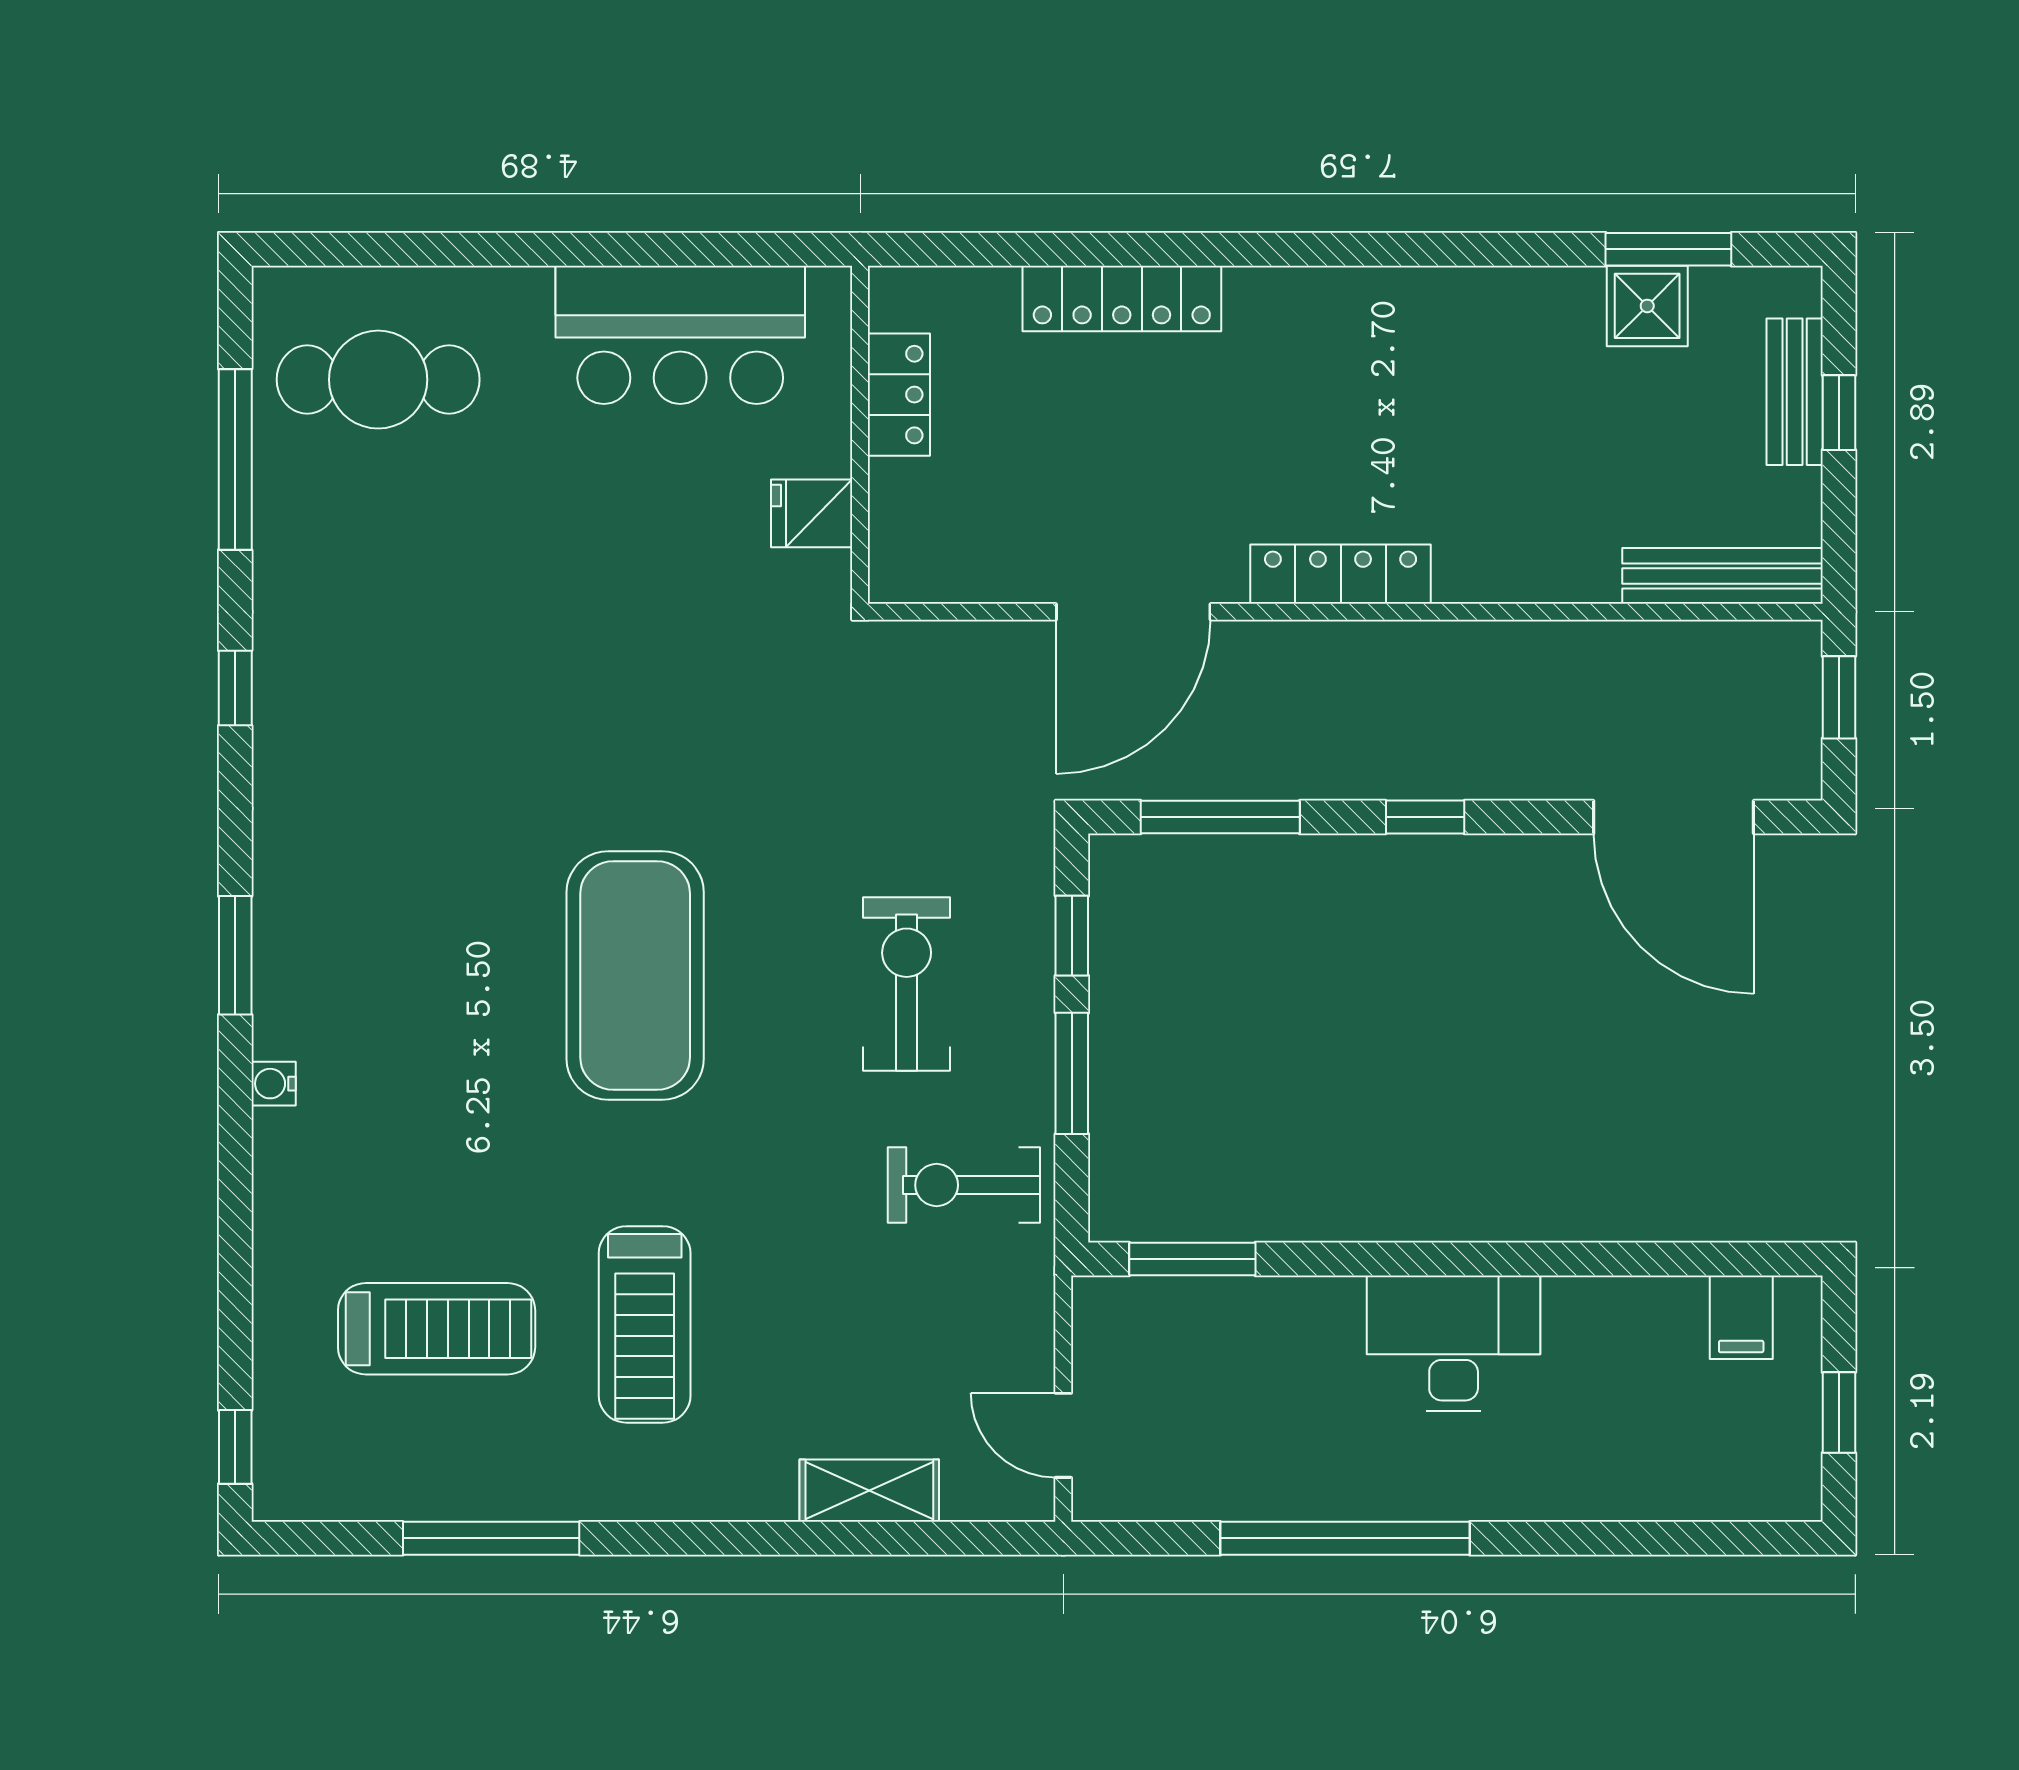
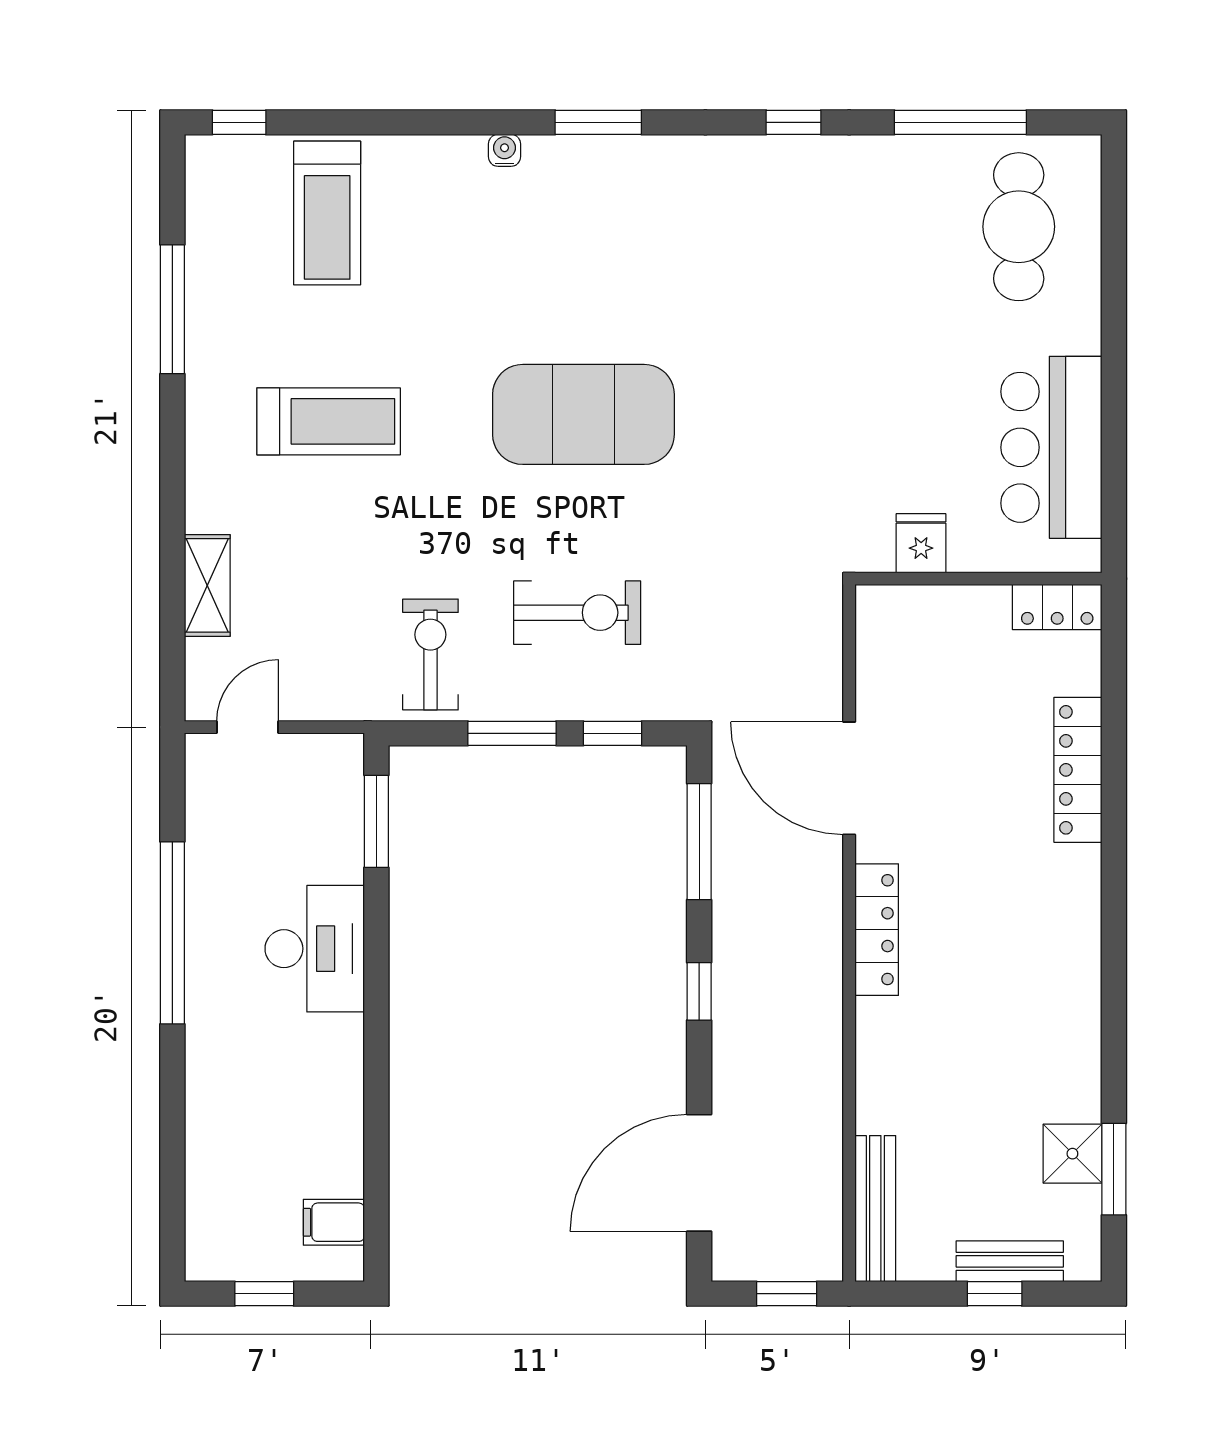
locker: (899, 395) -> (1057, 607), moved
treadmill: (645, 1324) -> (329, 421), turned 180
treadmill: (437, 1329) -> (327, 213), moved
desk: (1454, 1343) -> (315, 949), moved

